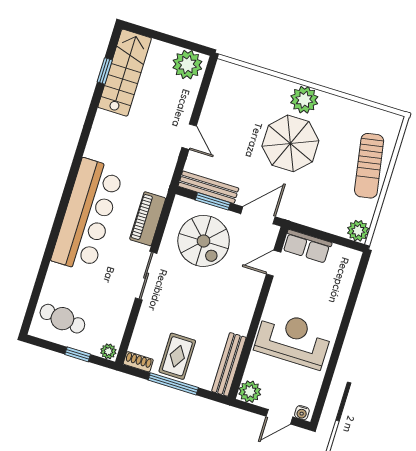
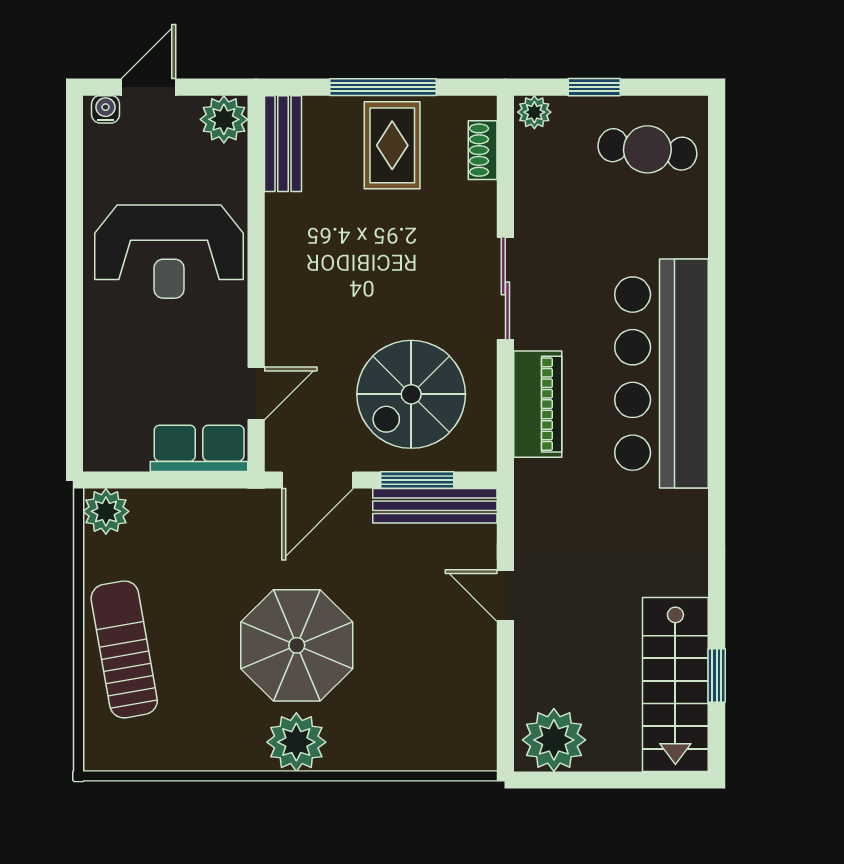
spiral stairs: (204, 241) -> (411, 394), turned -90
shoe rack: (138, 362) -> (483, 150), moved, turned 90
bench: (229, 364) -> (283, 144), width x0.73

